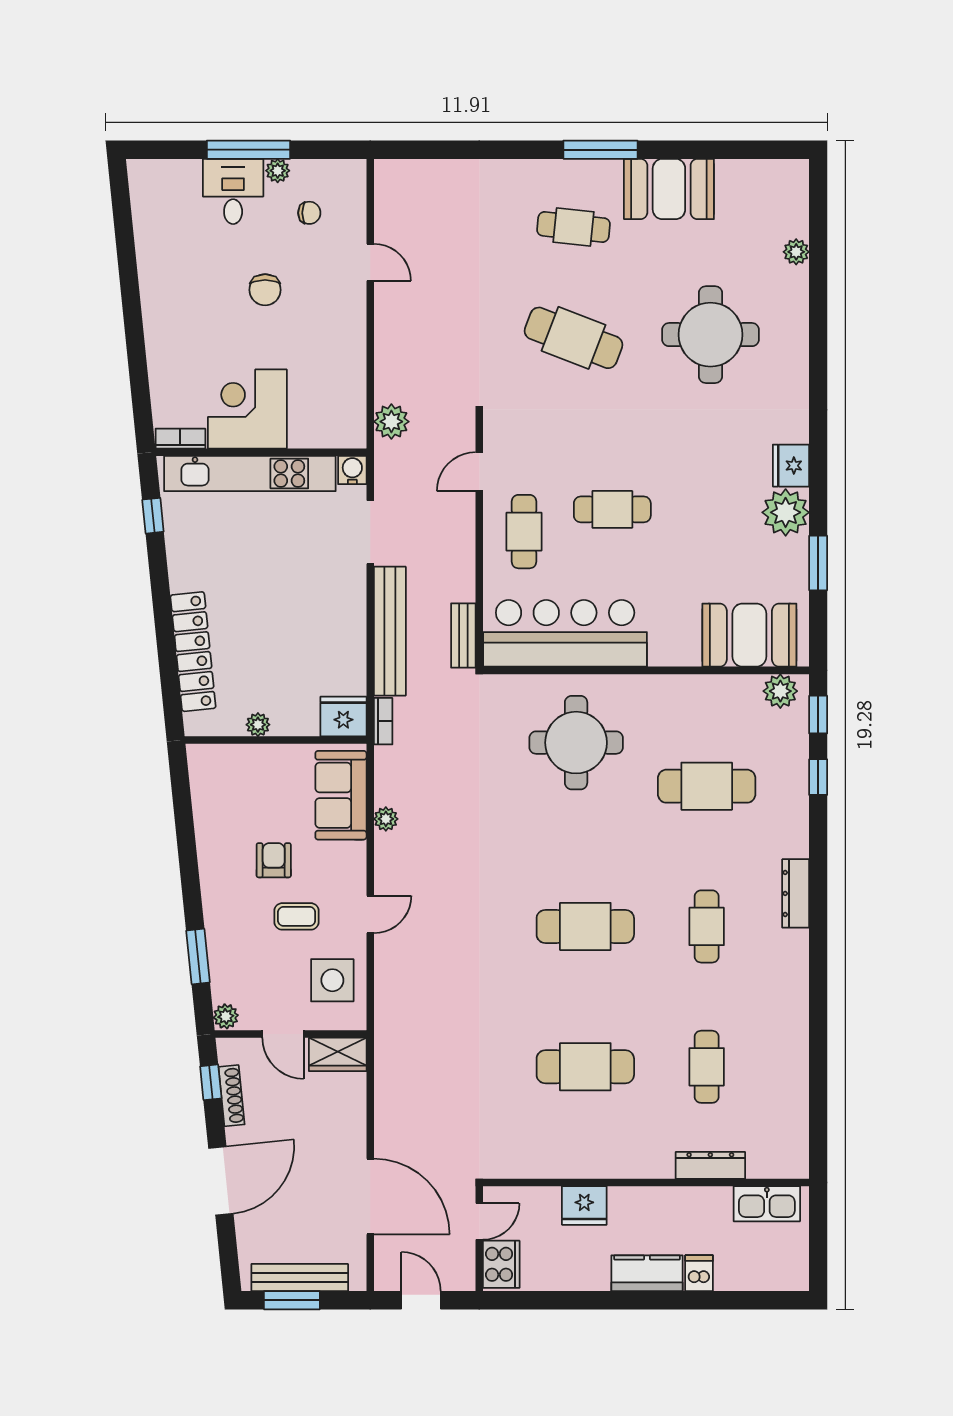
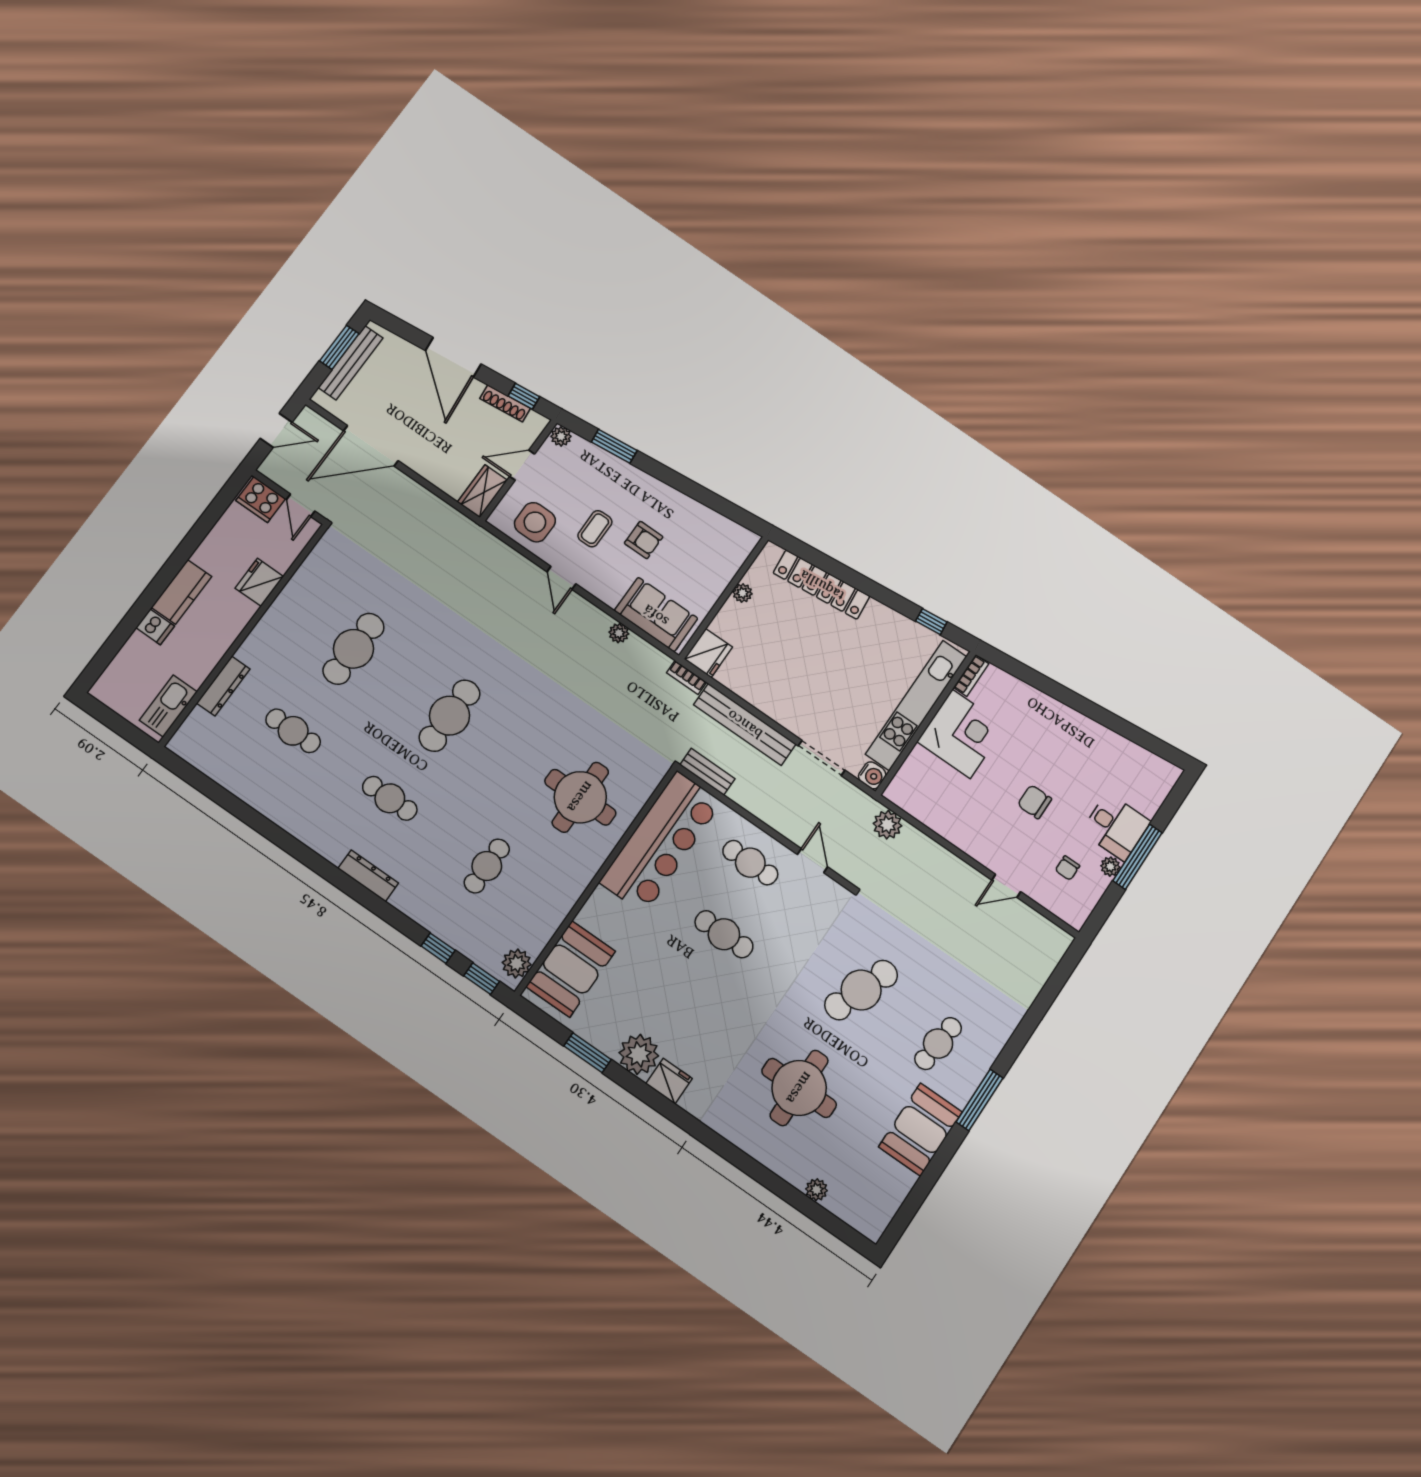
cafe table: (612, 509) -> (724, 934), turned 90
cafe table: (707, 786) -> (487, 866), width x0.73, depth x0.74

